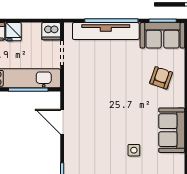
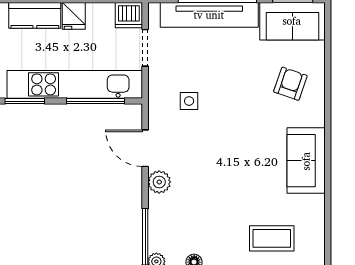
plant: (72, 145) -> (159, 182), added
side table: (134, 150) -> (189, 101), moved

